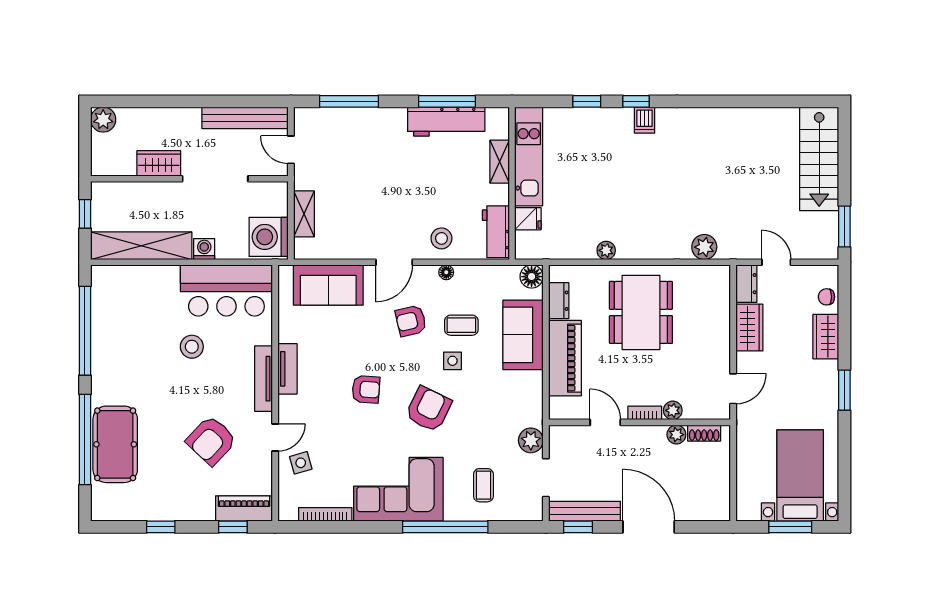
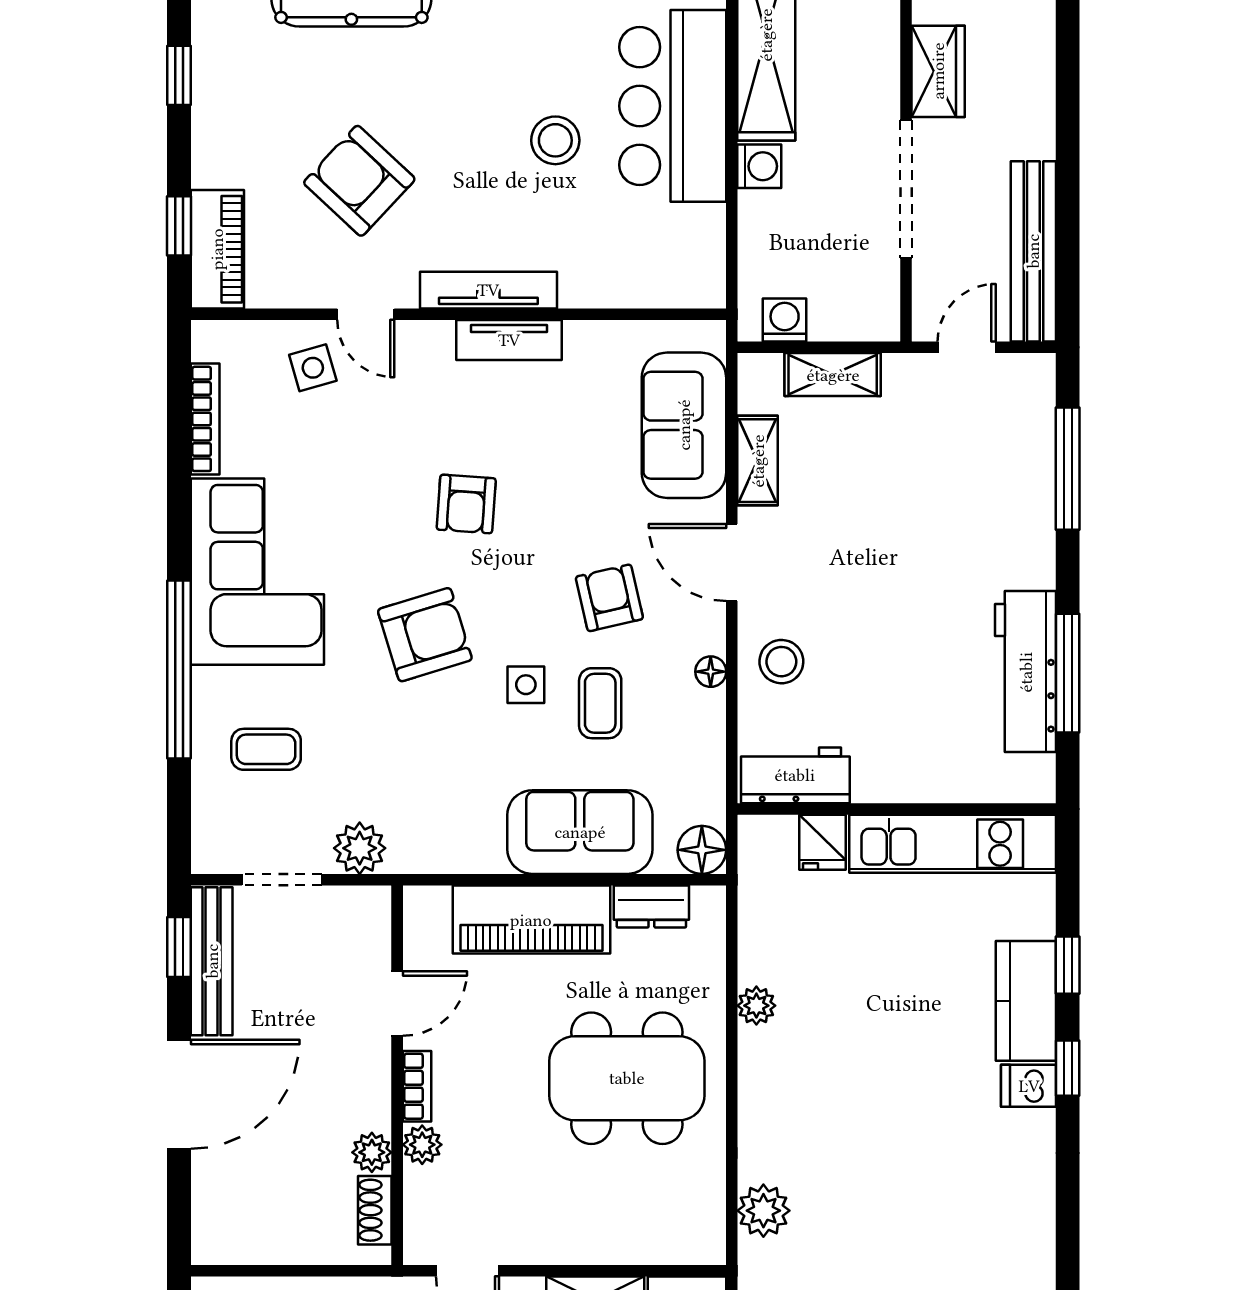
kitchen counter: (604, 121) -> (1026, 1001), added
shelving: (500, 162) -> (758, 461), moved, turned 90
washing machine: (269, 237) -> (785, 320), width x0.53, depth x0.53
bar counter: (226, 290) -> (673, 106), moved
armchair: (429, 409) -> (425, 635), turned -43

